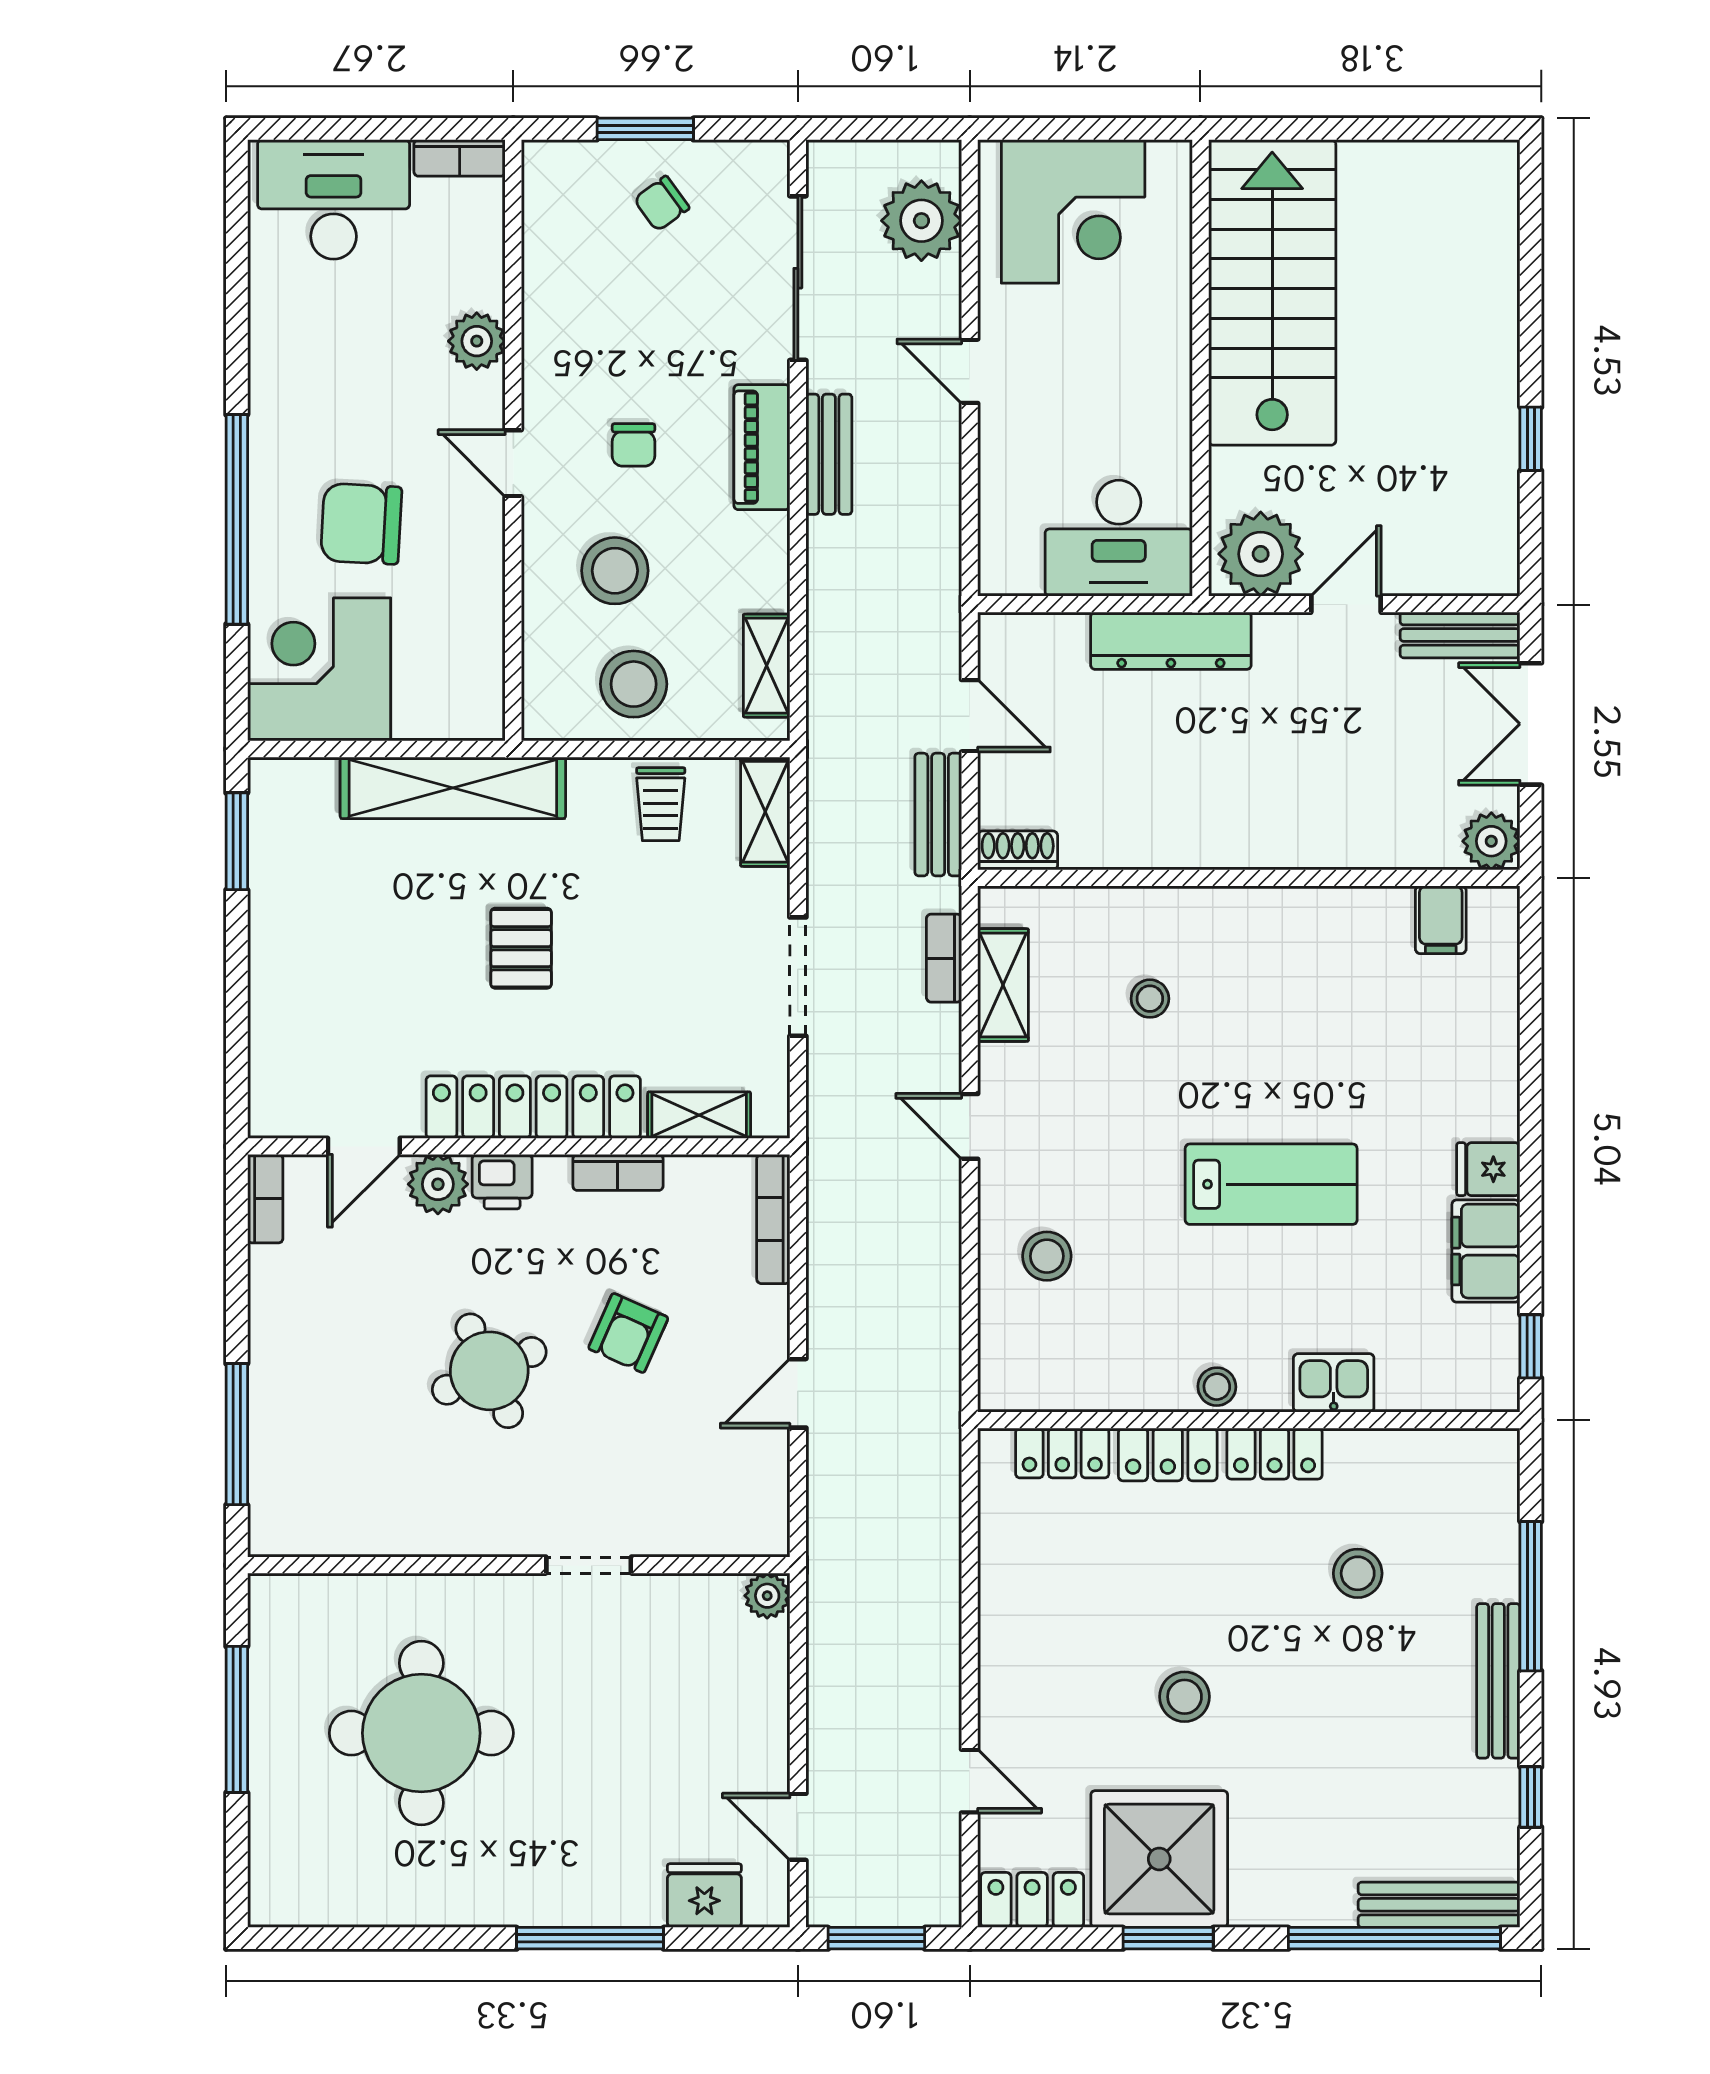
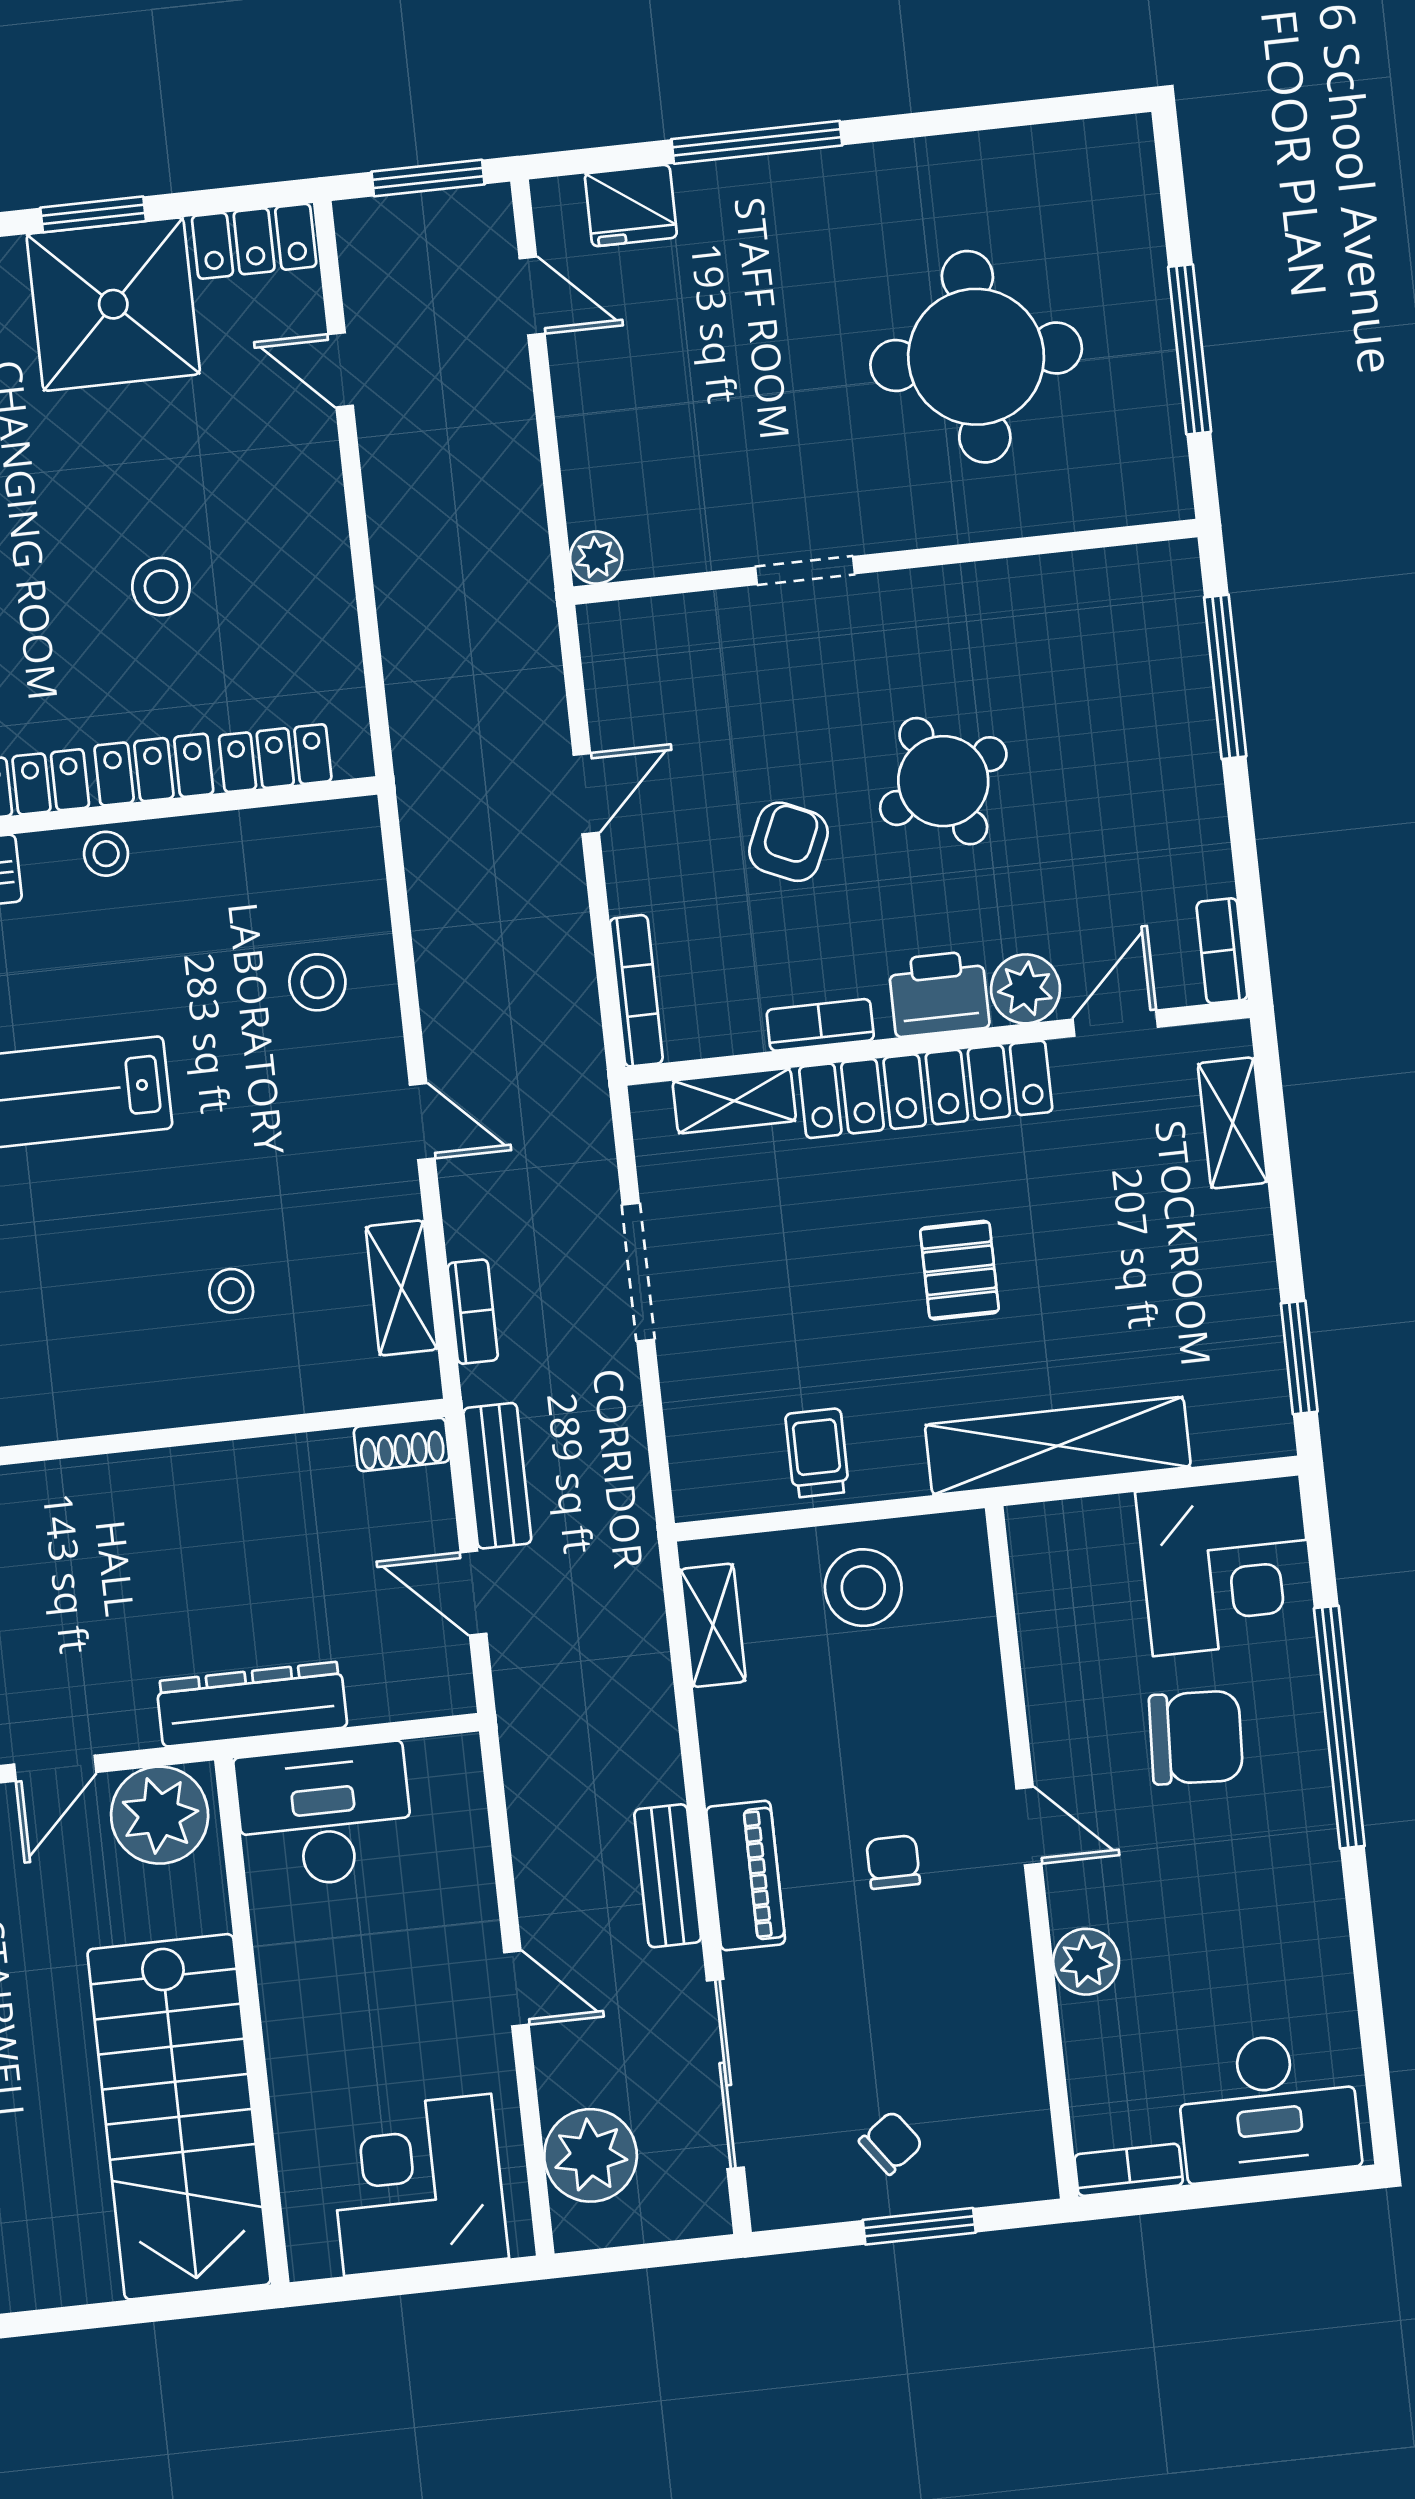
stool: (615, 571) -> (899, 1715), removed
shelving: (765, 812) -> (1233, 1123), moved
printer: (502, 1182) -> (939, 994), width x1.36, depth x1.24
stool: (1185, 1697) -> (161, 587), moved

